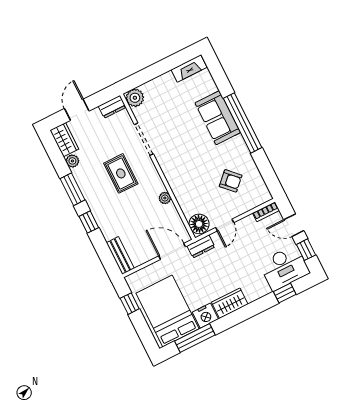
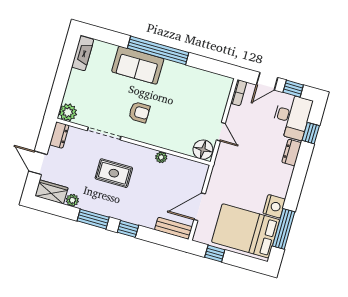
armchair: (231, 181) -> (139, 112), moved, turned 45
dresser: (201, 246) -> (292, 153), moved, turned 180
door: (172, 251) -> (200, 207), moved
wardrobe: (230, 303) -> (281, 180), removed

